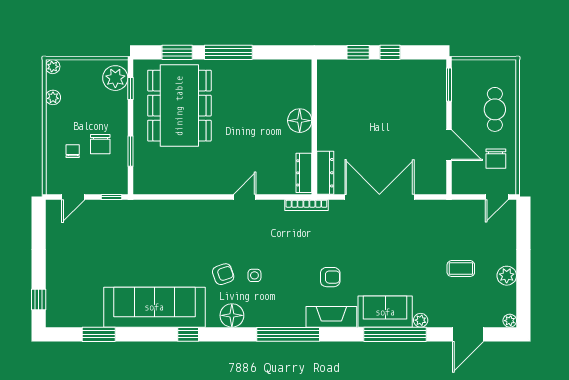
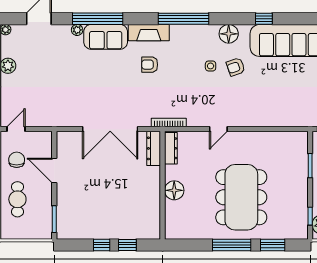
dining table: (179, 106) -> (241, 197), moved
coffee table: (461, 269) -> (45, 71), removed

